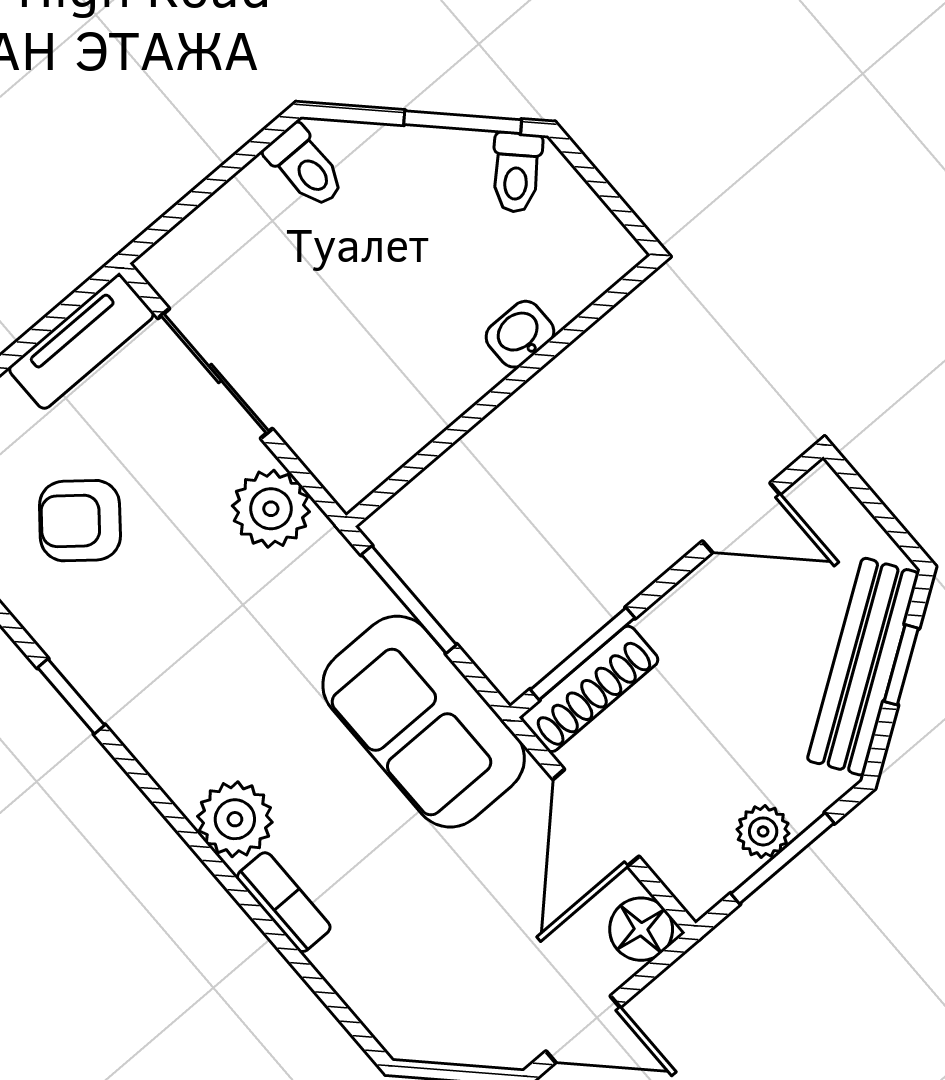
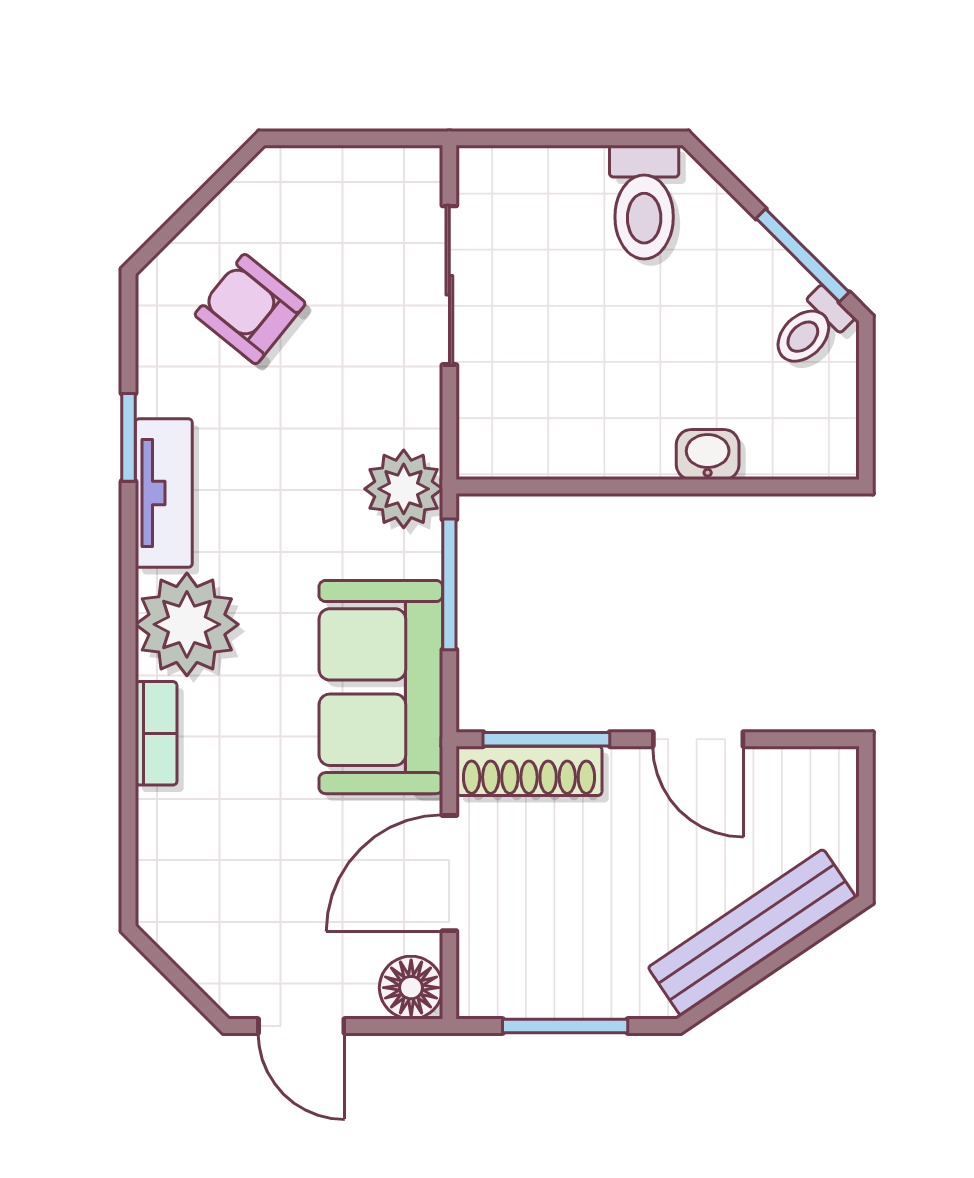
toilet: (305, 167) -> (644, 202), width x1.37, depth x1.39
tv unit: (81, 342) -> (164, 493), moved, turned -90
plant: (271, 509) -> (404, 489), moved
door: (741, 518) -> (698, 739), moved
window: (901, 665) -> (782, 956), removed
plant: (235, 819) -> (187, 624), width x1.36, depth x1.36
plant: (763, 831) -> (568, 993), removed

